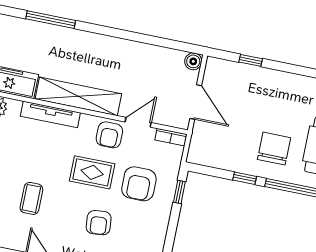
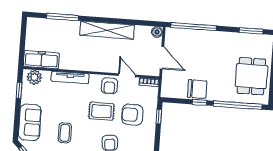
window: (251, 60) -> (194, 27), width x3.17
shelving: (78, 96) -> (107, 30), moved
door: (138, 122) -> (127, 75), hinge flipped
chair: (274, 149) -> (197, 89), moved, turned 90
armchair: (139, 184) -> (132, 115), turned 90

